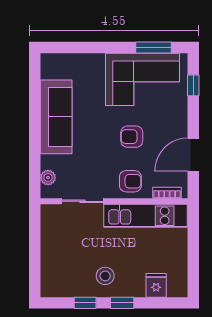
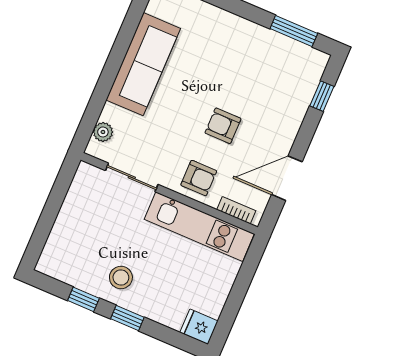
corner sofa: (142, 79) -> (265, 63), removed
fridge: (156, 285) -> (199, 327), moved, turned -90

